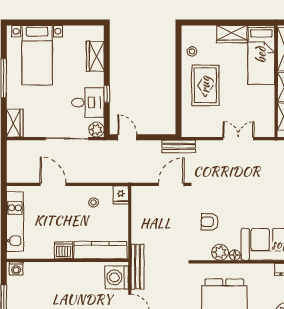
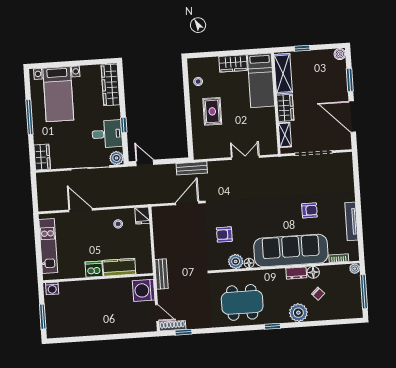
wardrobe: (95, 56) -> (110, 85), width x1.50
rug: (205, 85) -> (212, 111), width x0.73, depth x0.70
kitchen counter: (100, 250) -> (119, 267), width x0.67
bench: (138, 267) -> (161, 274), width x0.73

